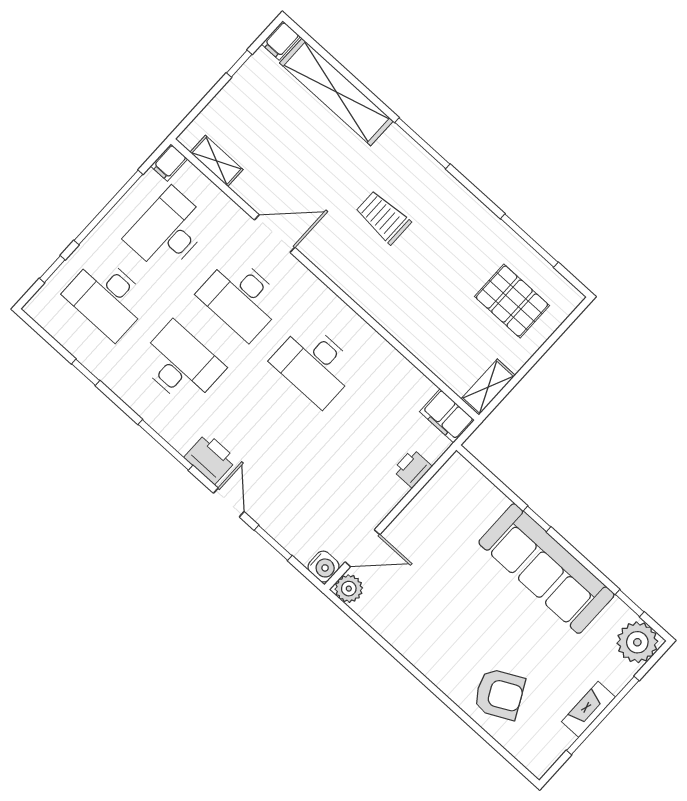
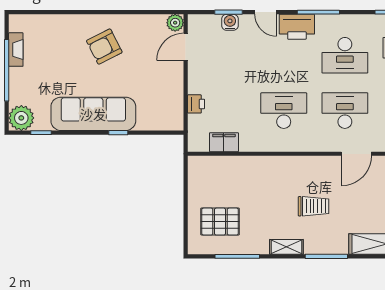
shelving: (488, 387) -> (286, 247), moved, turned 90
filing cabinet: (447, 416) -> (224, 142), moved
printer: (211, 459) -> (297, 27), width x1.37, depth x1.19
water cooler: (324, 567) -> (230, 22), moved, turned 90
armchair: (499, 694) -> (104, 47), moved
fireplace: (588, 709) -> (16, 50), moved

